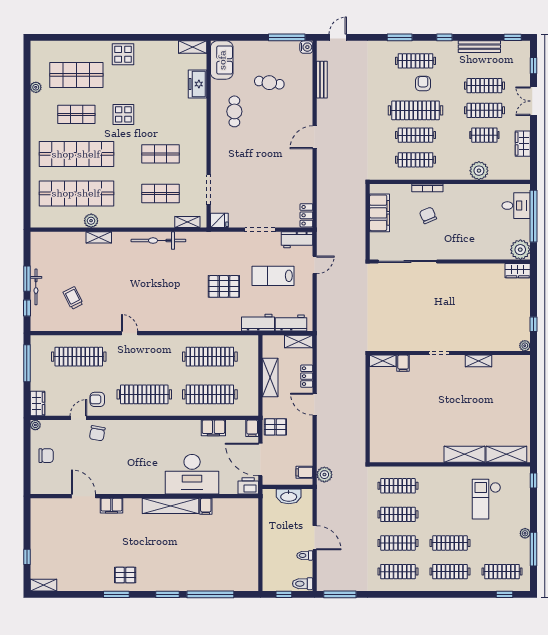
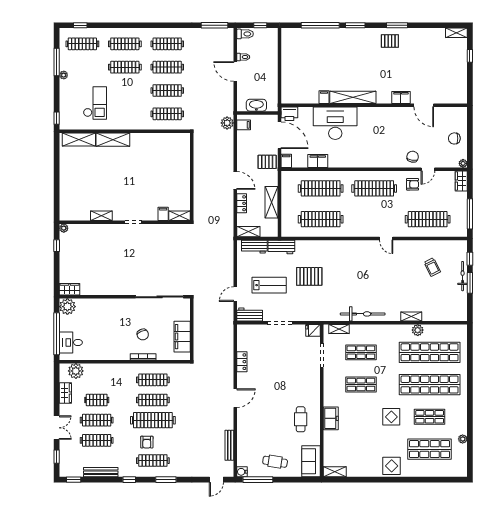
cafe table: (269, 83) -> (275, 462), moved
freezer: (197, 84) -> (331, 418), moved
plant: (479, 171) -> (76, 371), moved
locker: (306, 215) -> (242, 362), moved

